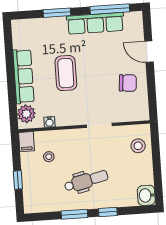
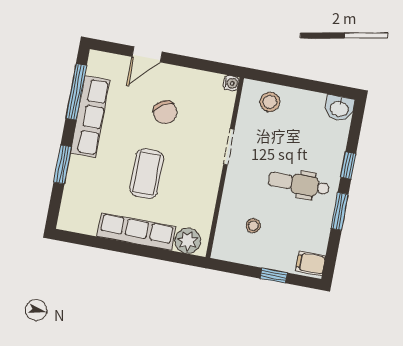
coffee table: (66, 73) -> (147, 174), turned 90
chair: (128, 83) -> (165, 112), moved, turned 143
water cooler: (49, 122) -> (231, 83), moved
filing cabinet: (26, 142) -> (311, 263), moved, turned 180
dental chair: (86, 181) -> (299, 184), turned -77

